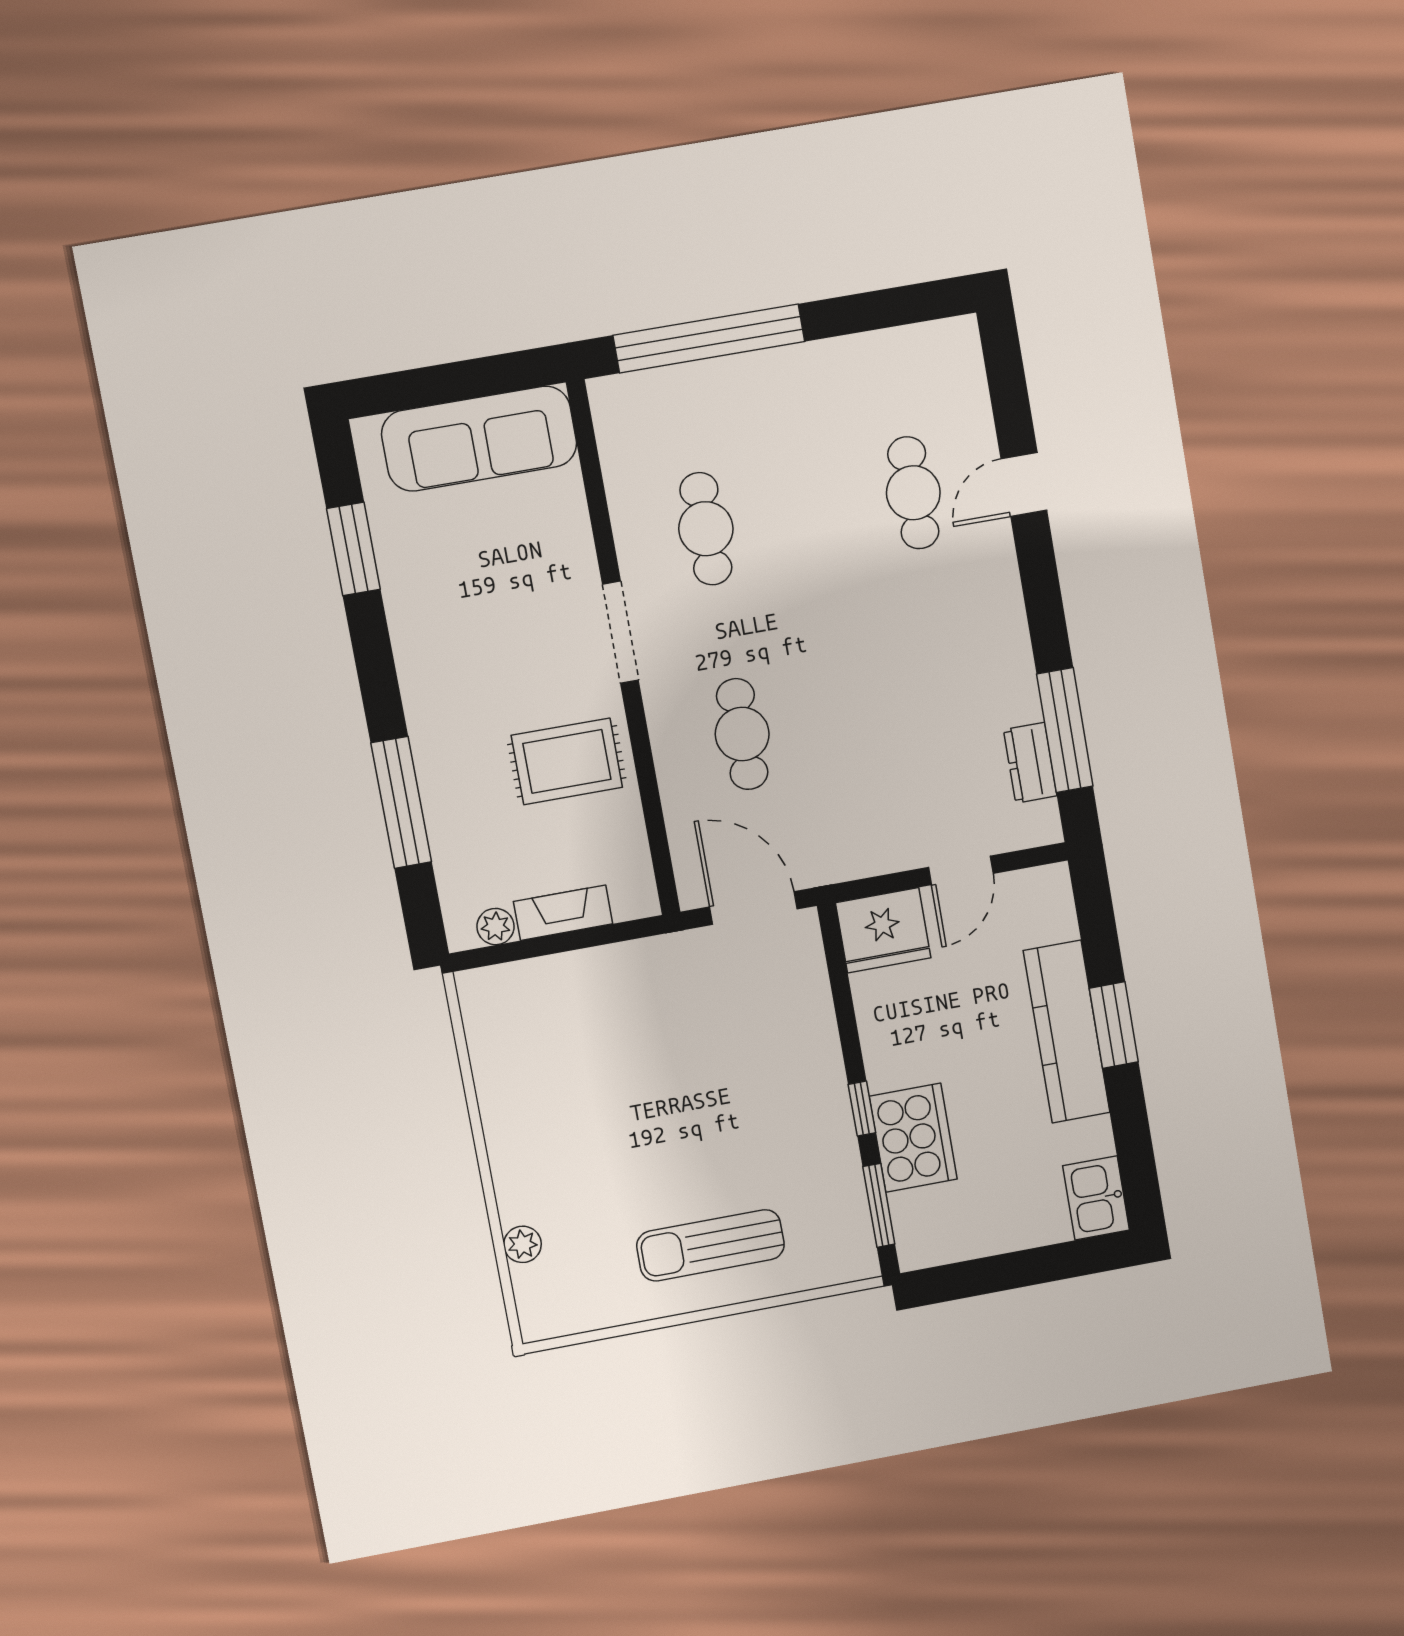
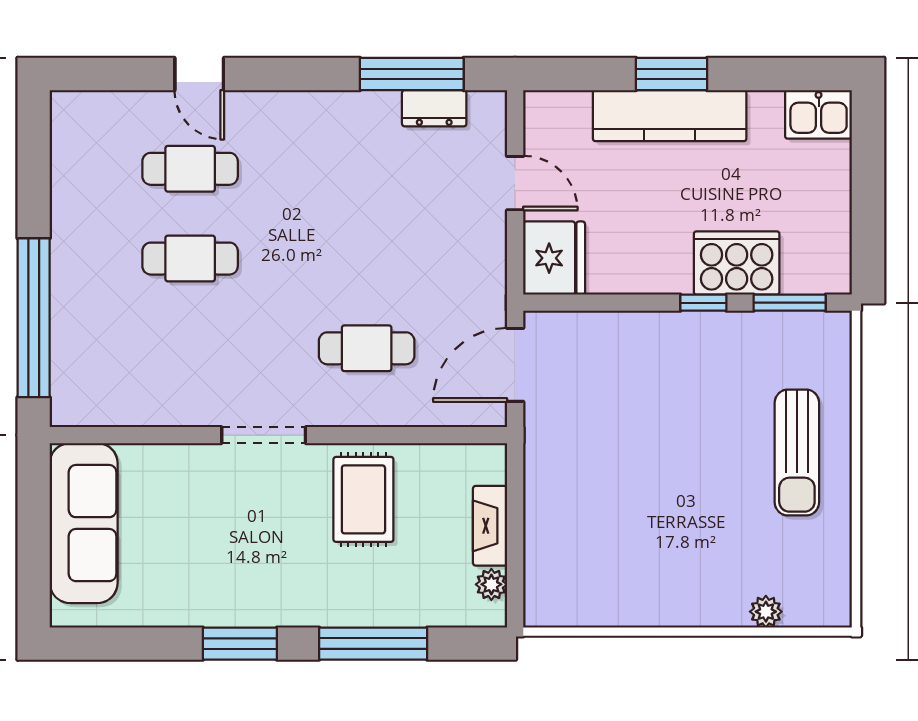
cafe table: (706, 529) -> (190, 259), moved
window: (353, 549) -> (240, 644), moved

